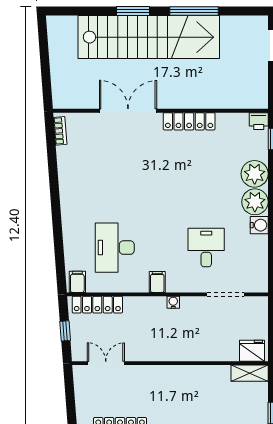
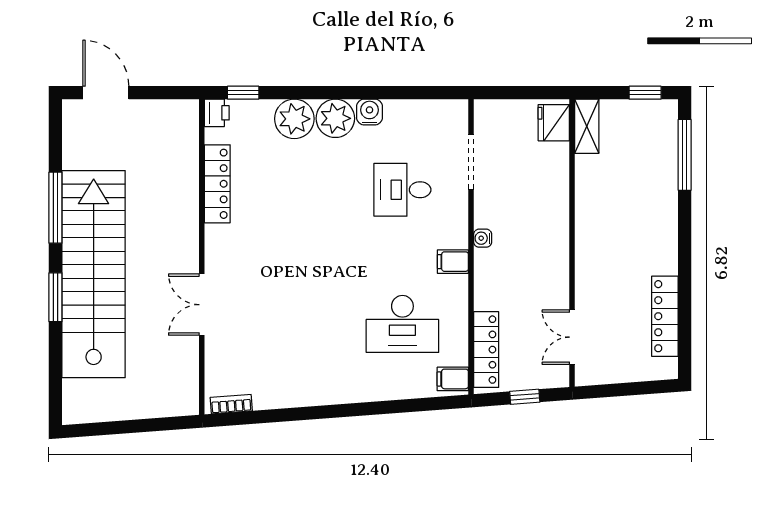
double door: (128, 111) -> (202, 305), width x0.73
locker: (189, 121) -> (217, 184), moved

